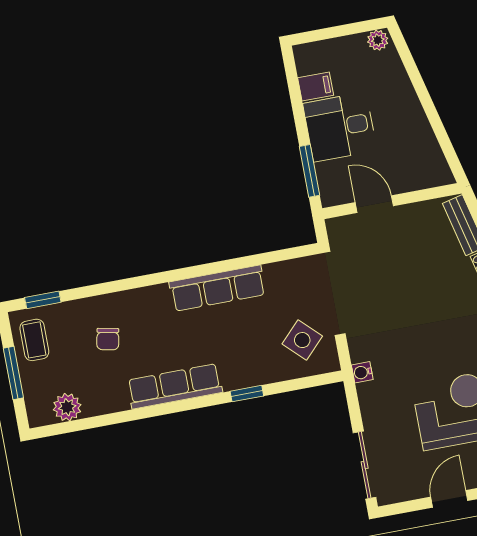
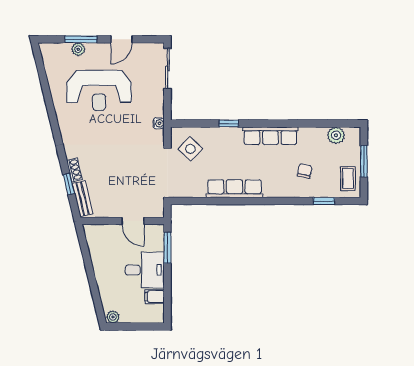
window: (43, 300) -> (324, 201), moved

